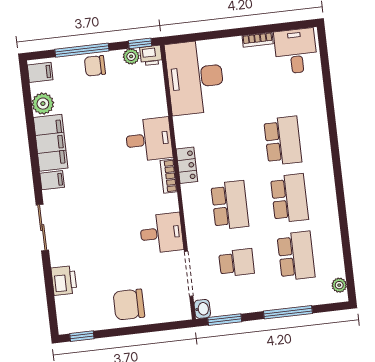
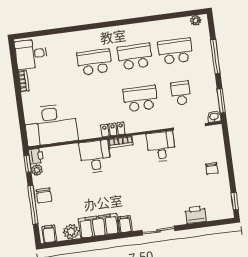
chair: (129, 305) -> (212, 169), width x0.54, depth x0.54

